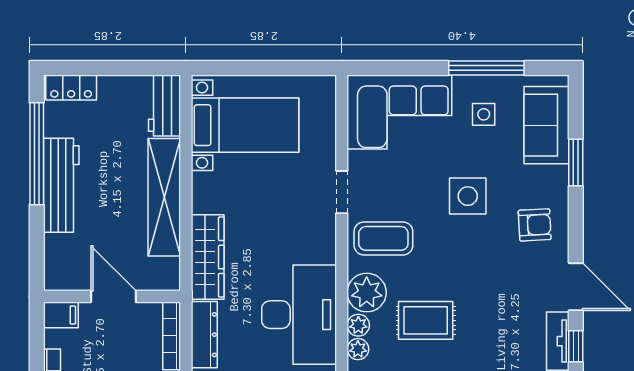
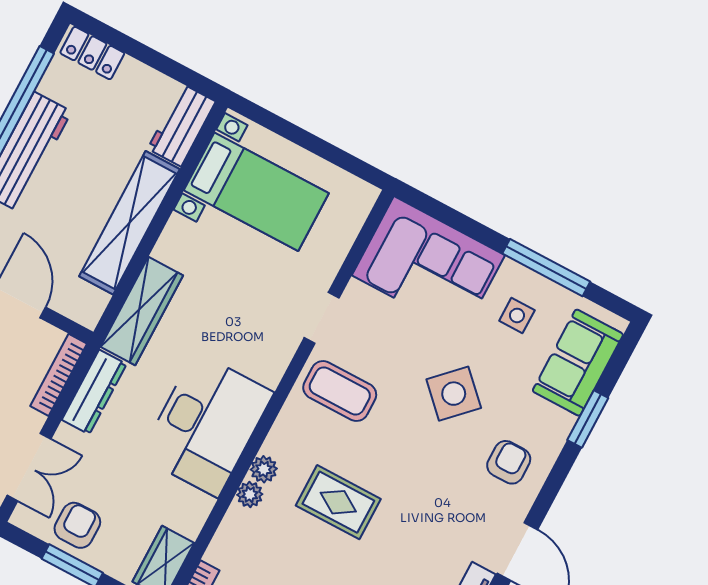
side table: (468, 196) -> (454, 394), turned 45
armchair: (535, 225) -> (509, 462), turned -87
plant: (367, 293) -> (291, 439), removed

